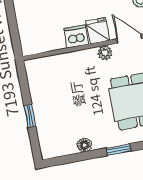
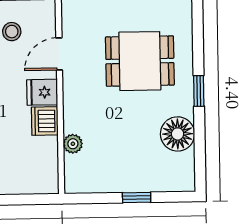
plant: (105, 53) -> (73, 144), moved
floor lamp: (84, 145) -> (178, 134), width x1.89, depth x1.89

